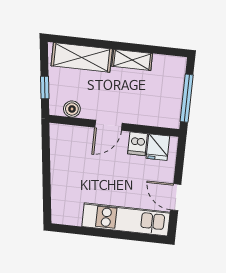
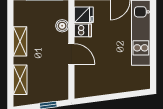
shelving: (82, 57) -> (20, 80), width x0.67, depth x0.75
boiler: (72, 109) -> (62, 26), moved

